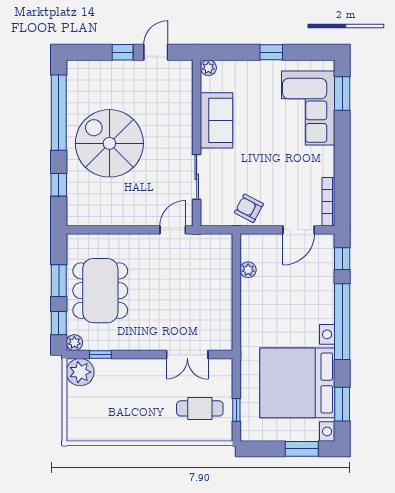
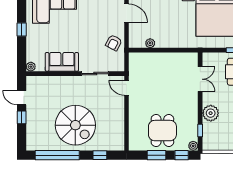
spiral stairs: (109, 143) -> (75, 125), turned -90
dining table: (100, 291) -> (162, 131), width x0.73
plant: (80, 372) -> (211, 113), moved

